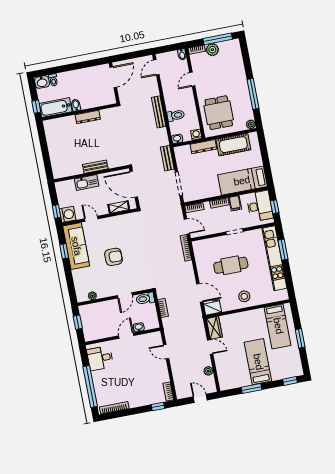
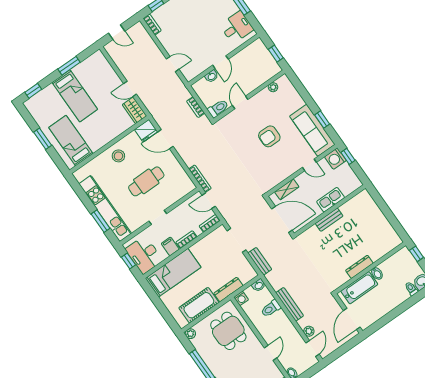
bathtub: (56, 108) -> (359, 288), moved
plant: (208, 371) -> (309, 331), moved

